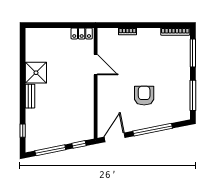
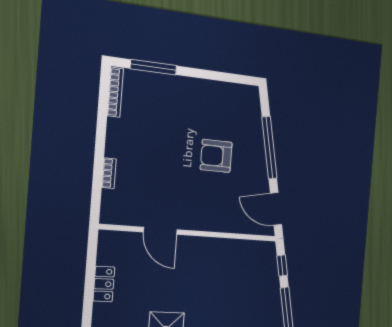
locker: (82, 33) -> (104, 284), moved
door: (96, 65) -> (160, 231), swing flipped
window: (193, 95) -> (222, 77), removed

